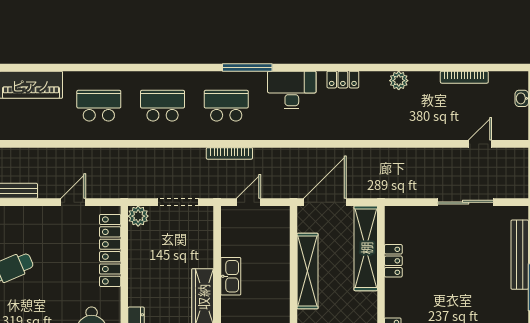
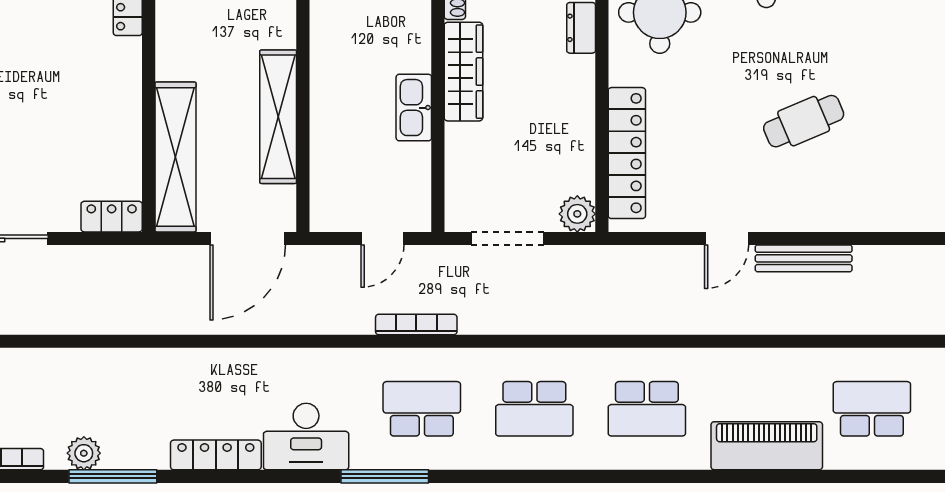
window: (401, 67) -> (113, 476), added
locker: (343, 80) -> (216, 455), width x1.53
plant: (399, 81) -> (84, 453), moved
school desk: (226, 106) -> (422, 409), turned 180
door: (73, 202) -> (727, 238), moved
locker: (393, 261) -> (112, 217), moved, turned 90

